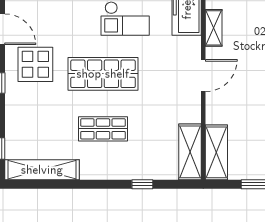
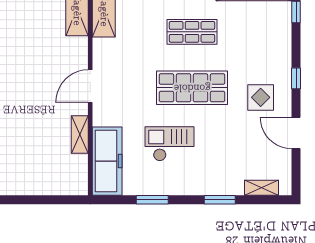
display table: (35, 64) -> (261, 97), width x0.73, depth x0.73

